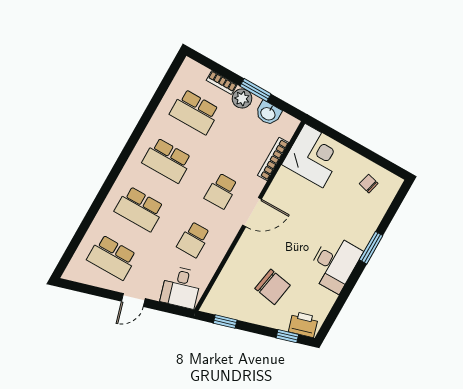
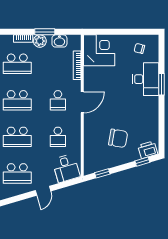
desk: (334, 263) -> (146, 79), moved

